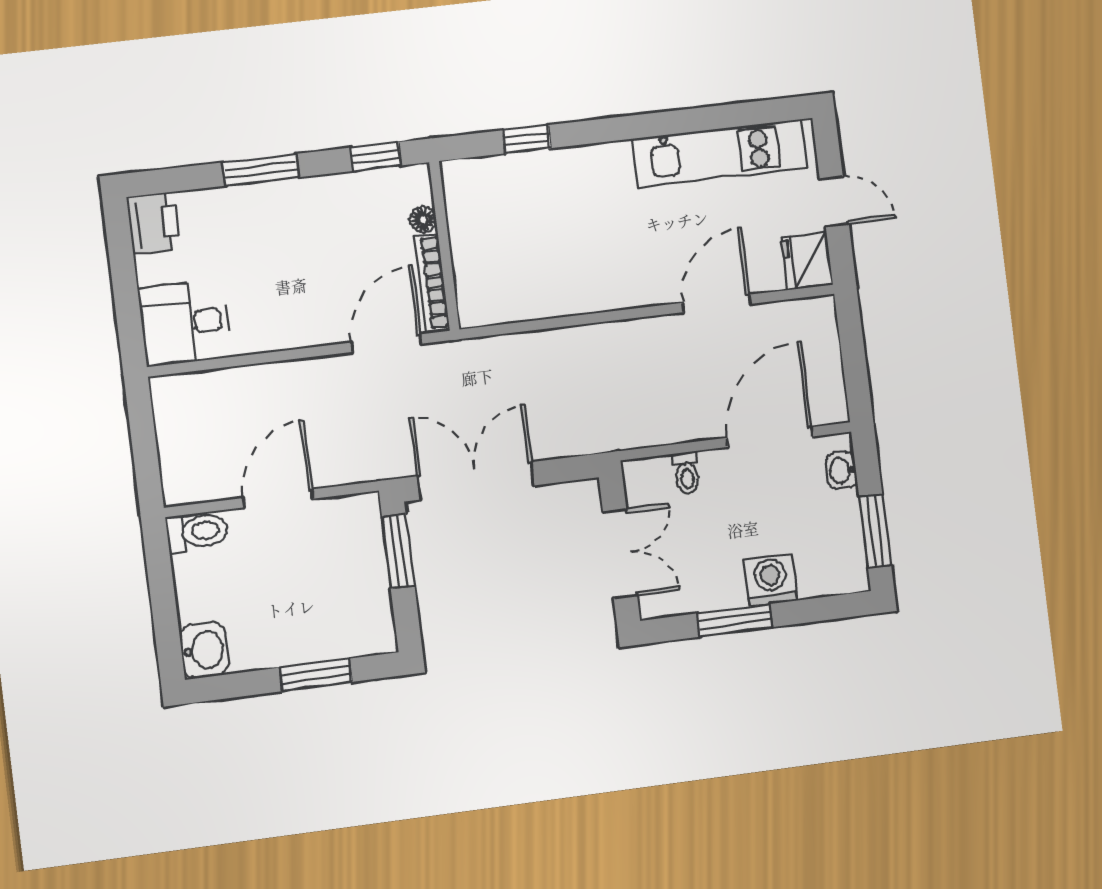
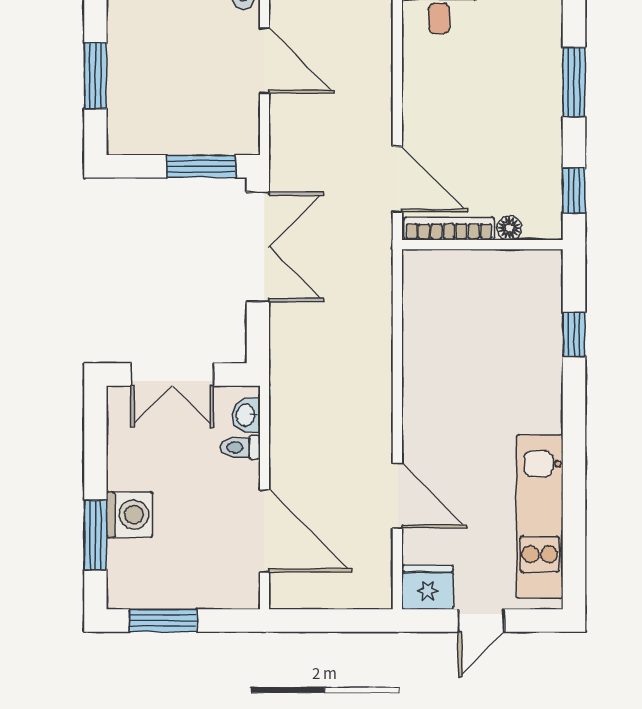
washbasin: (842, 471) -> (246, 415), moved, turned -90
window: (735, 620) -> (95, 535), moved

